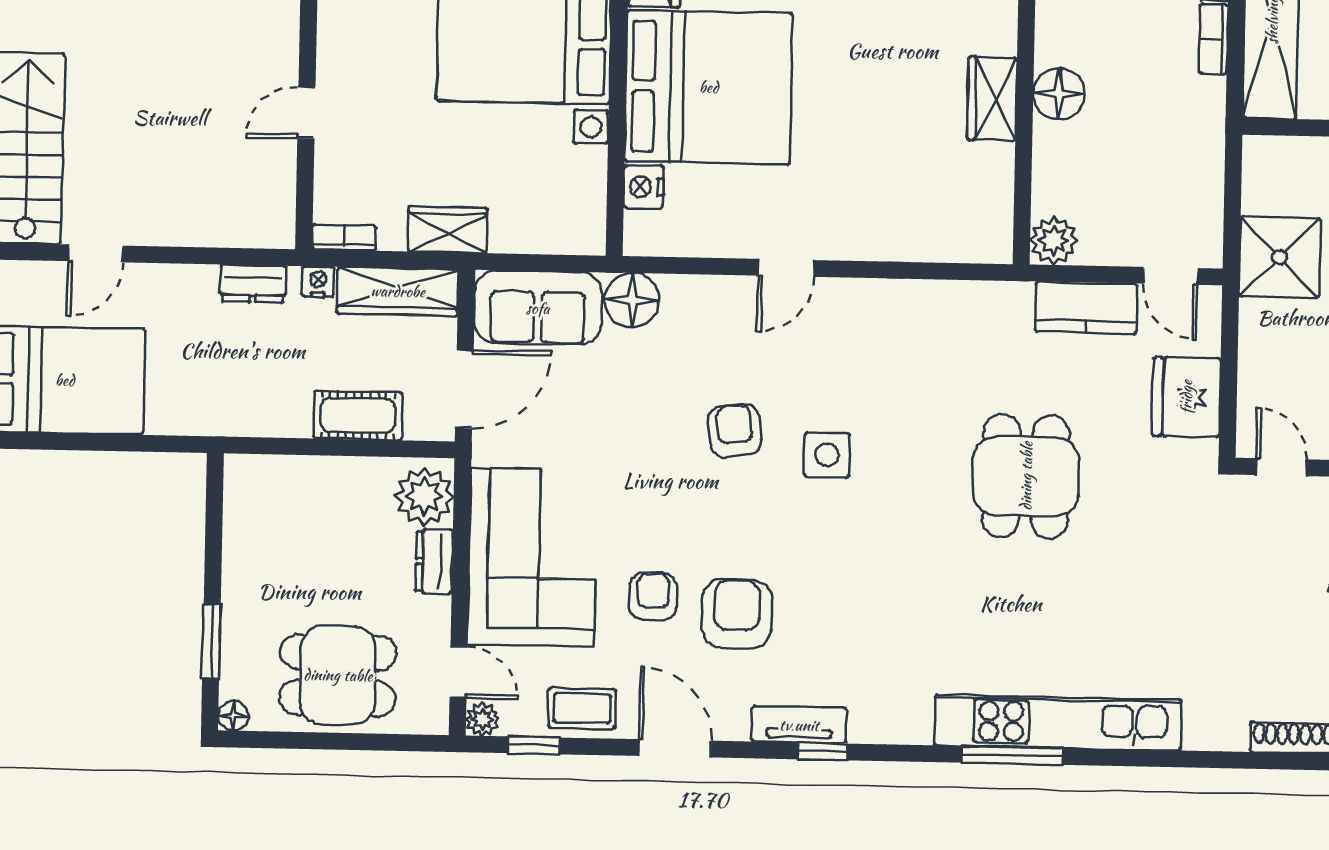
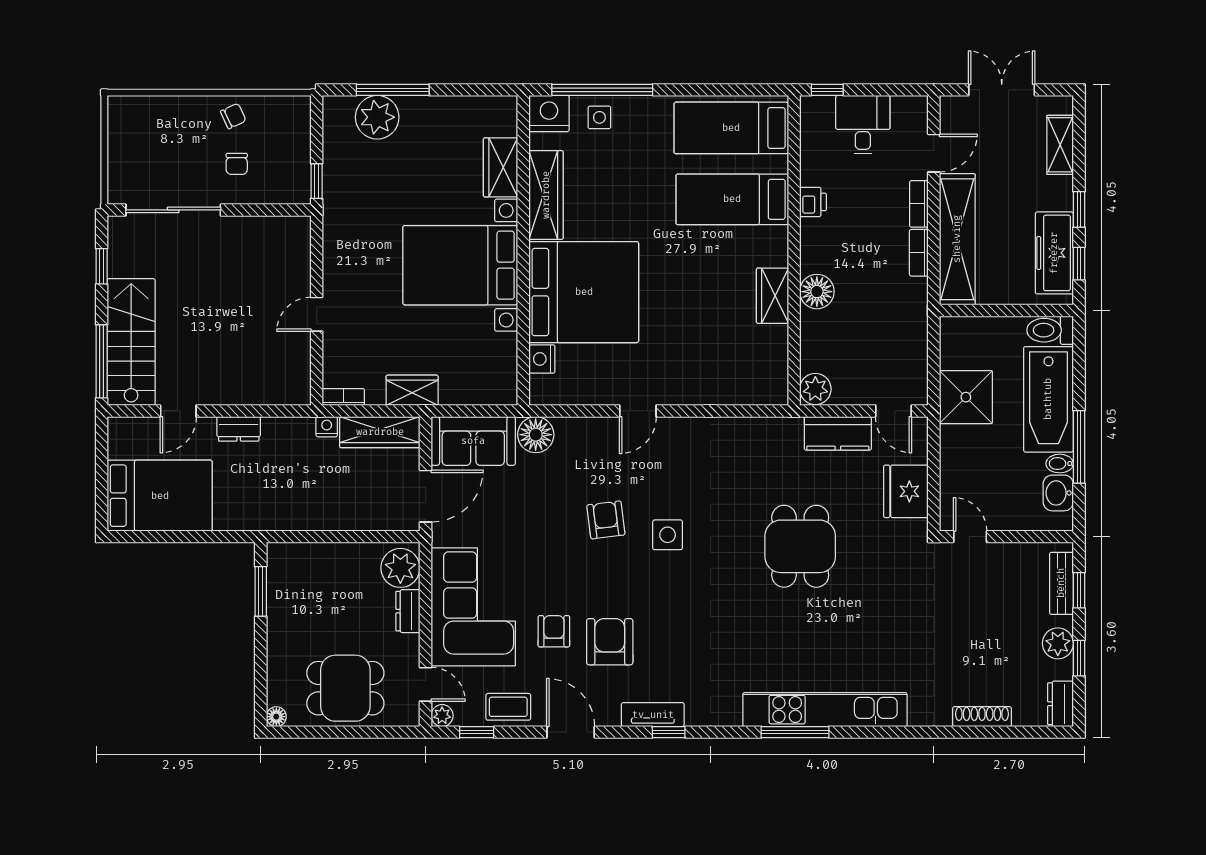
dresser: (253, 284) -> (239, 429), moved
cot: (358, 415) -> (355, 515), removed
window: (211, 642) -> (261, 591), moved

